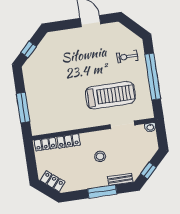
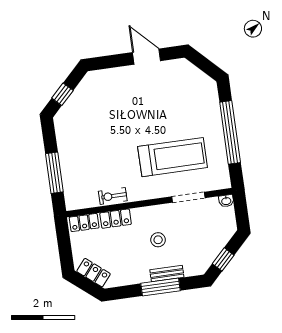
exercise bike: (127, 57) -> (113, 196), moved
bench: (120, 179) -> (167, 274), moved

